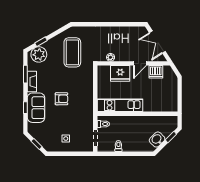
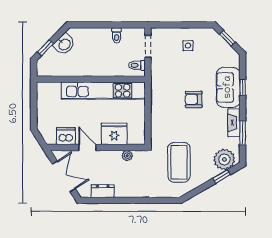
dresser: (129, 31) -> (103, 191), added
door: (140, 63) -> (87, 147), hinge flipped
kitchen unit: (120, 105) -> (103, 91), width x1.36

